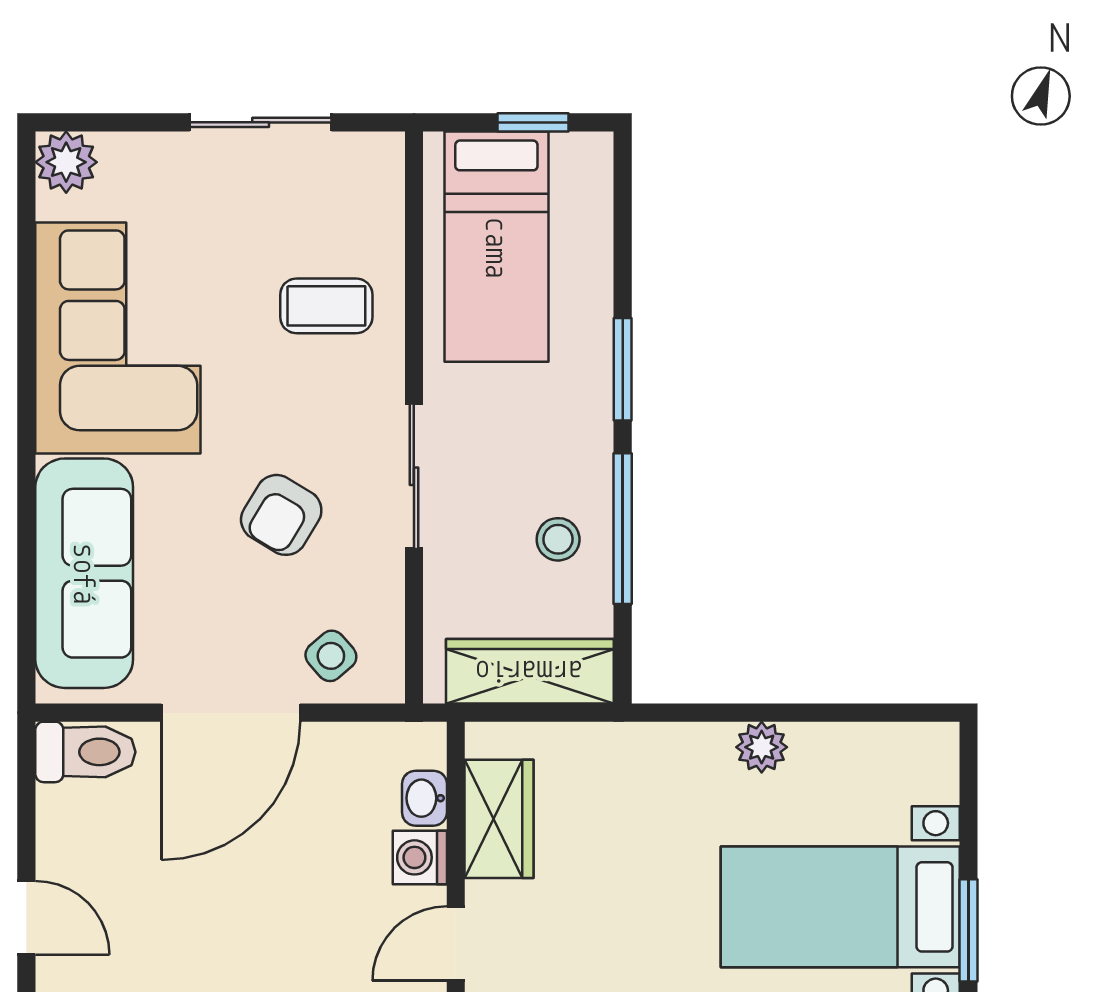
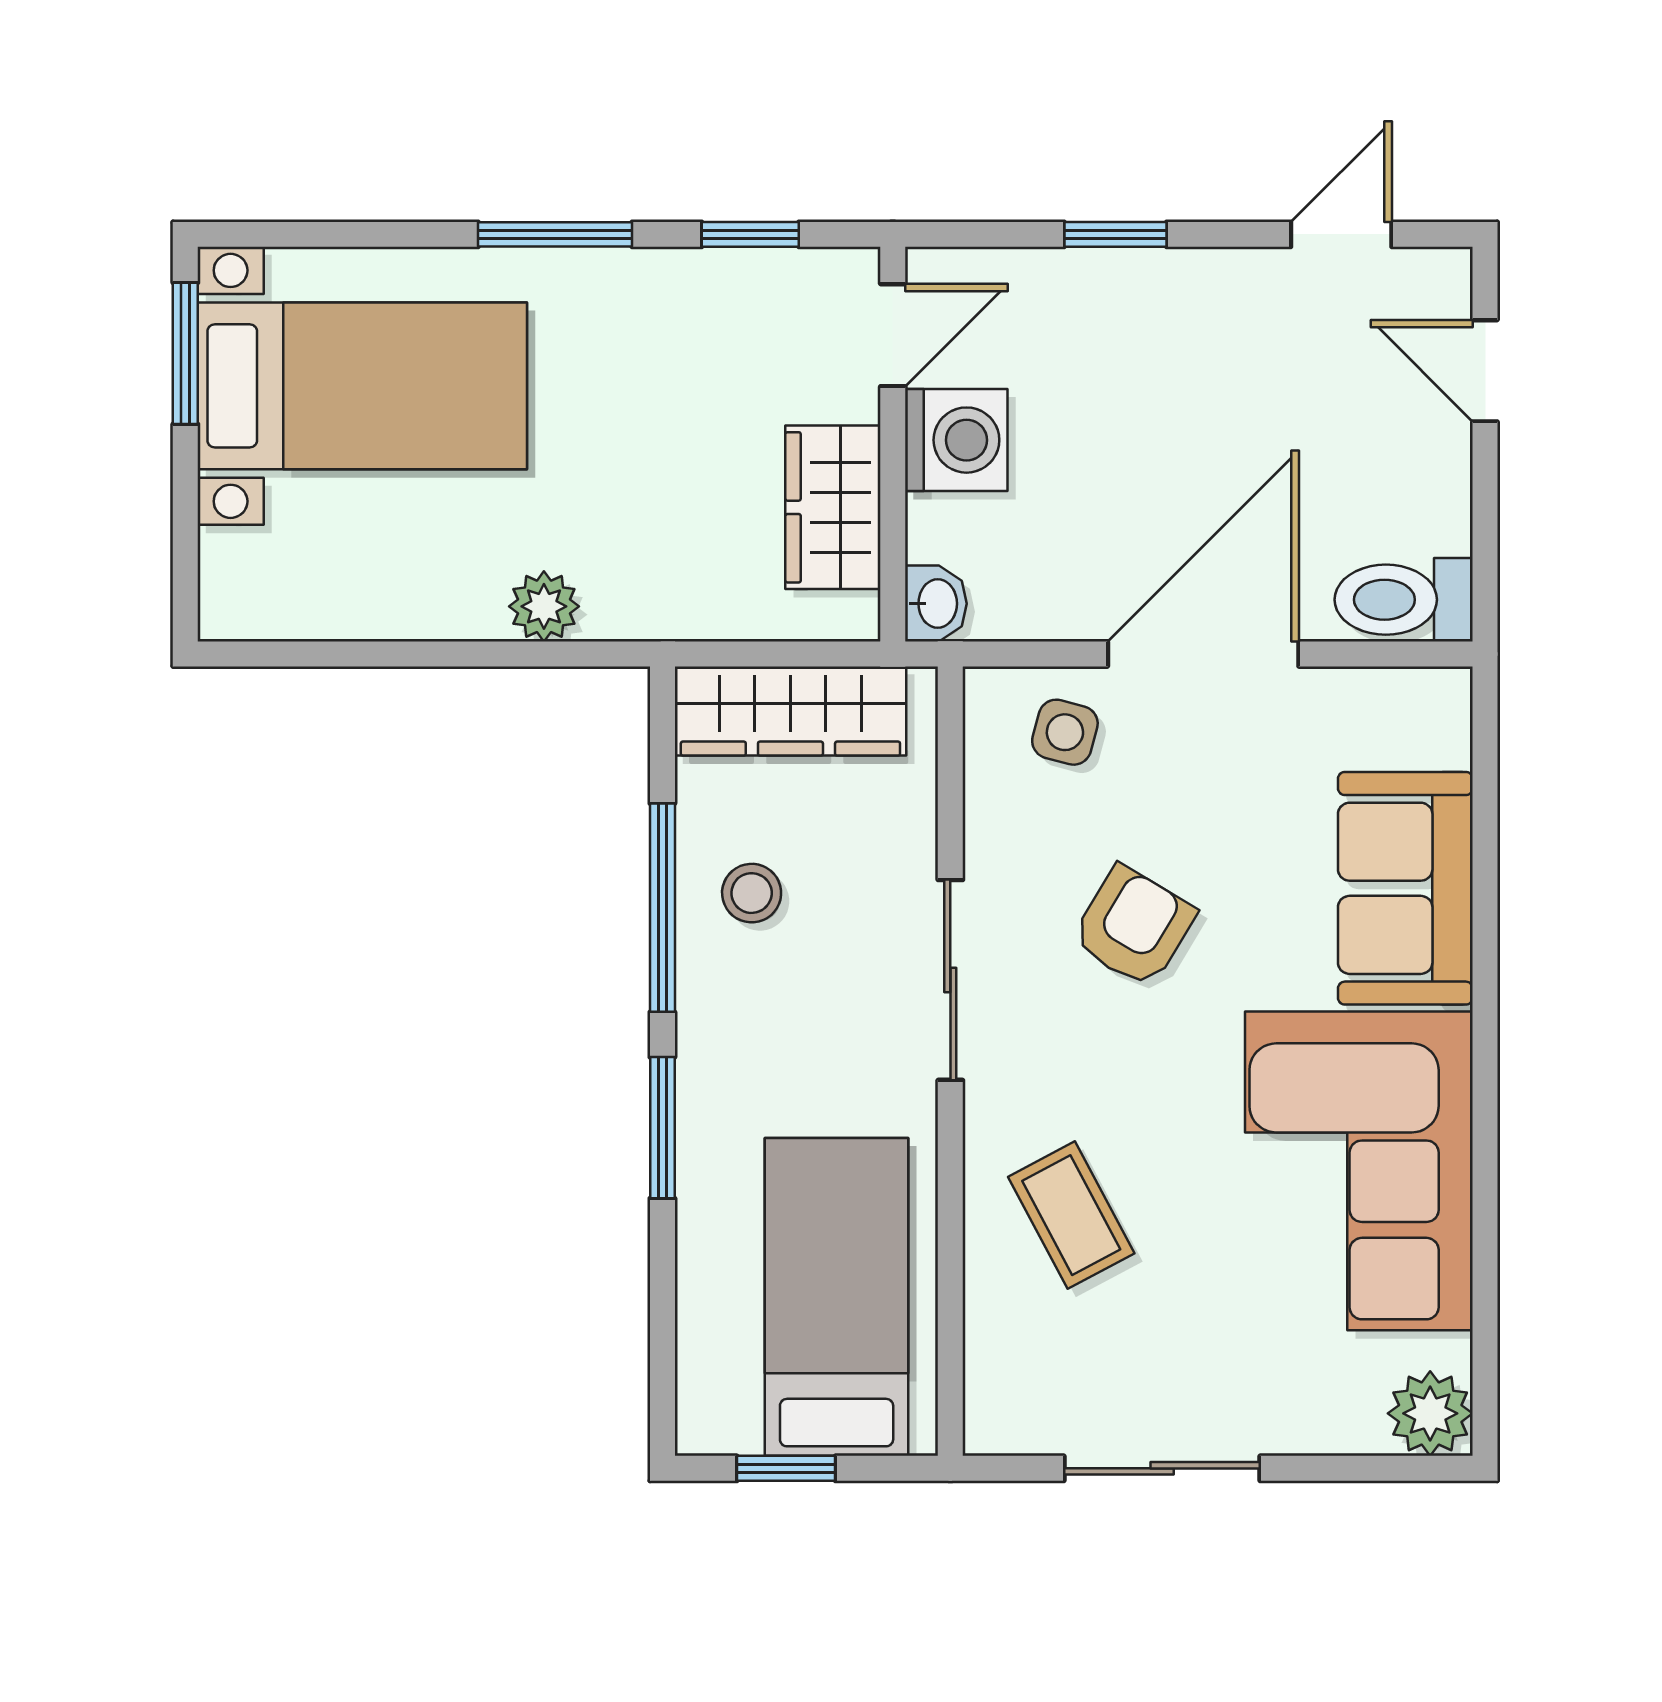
coffee table: (326, 306) -> (1071, 1215), turned 62
sofa: (84, 573) -> (1405, 888), width x0.73
side table: (331, 656) -> (1065, 732), turned -34
plant: (762, 747) -> (544, 606), moved
washbasin: (424, 798) -> (936, 604), moved
washing machine: (420, 857) -> (956, 440), width x1.38, depth x1.38

